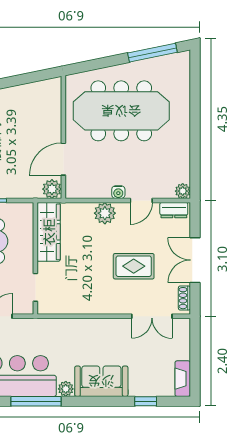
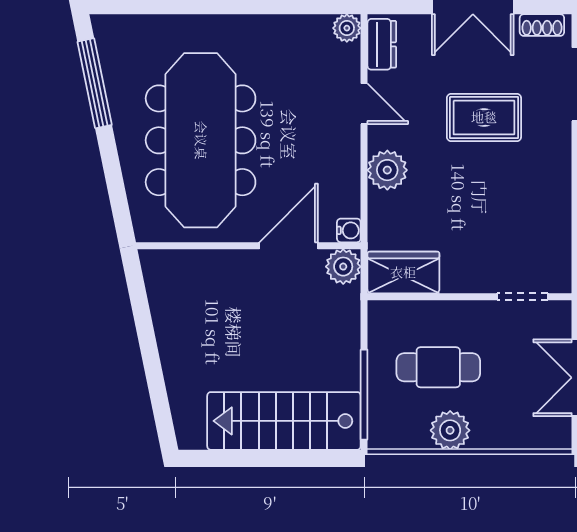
door: (63, 159) -> (289, 246), swing flipped
water cooler: (118, 192) -> (349, 230), moved
wardrobe: (49, 232) -> (403, 272), width x0.67
rug: (134, 266) -> (484, 117), turned 90

